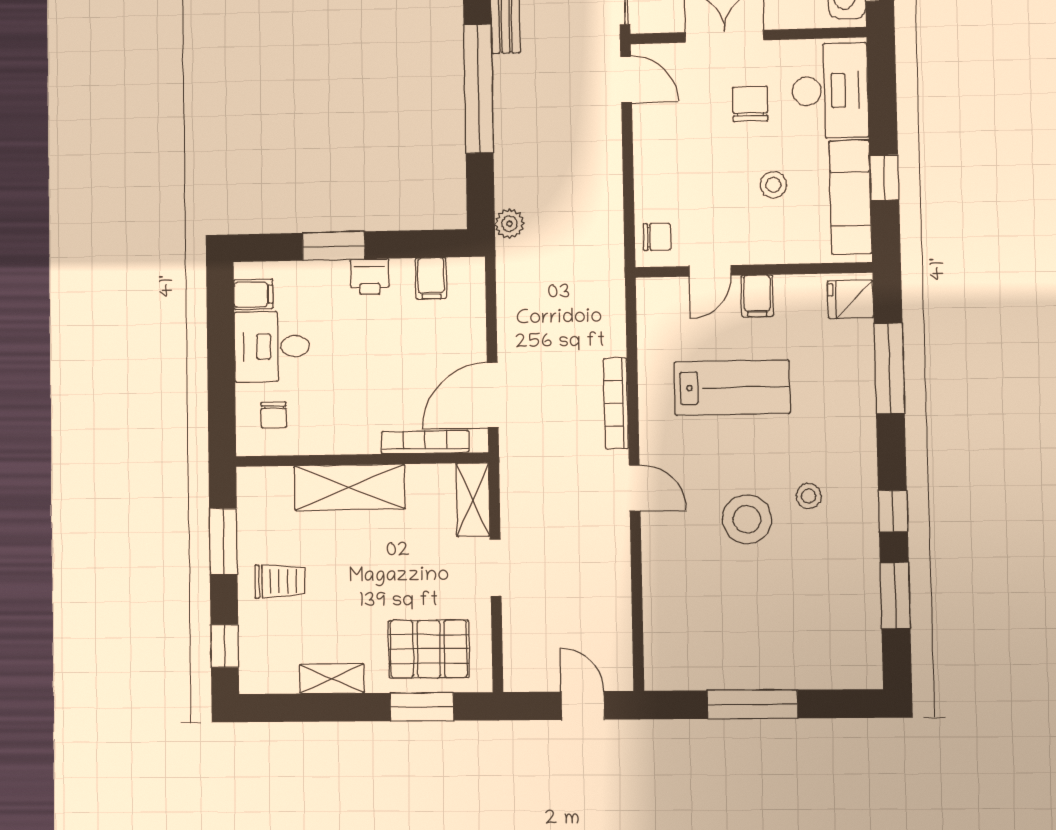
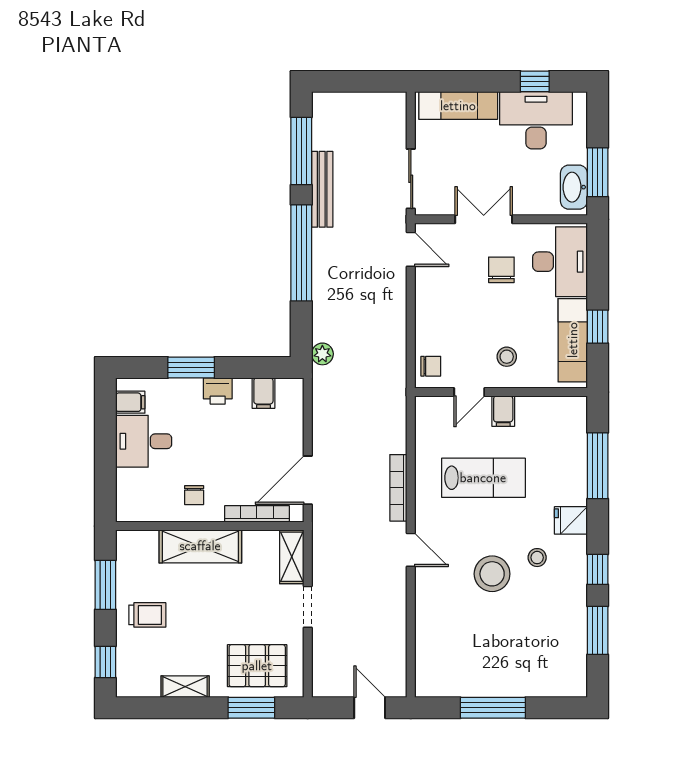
stool: (773, 185) -> (507, 357), moved
fridge: (850, 299) -> (571, 520), moved
chair: (274, 415) -> (194, 495), moved

